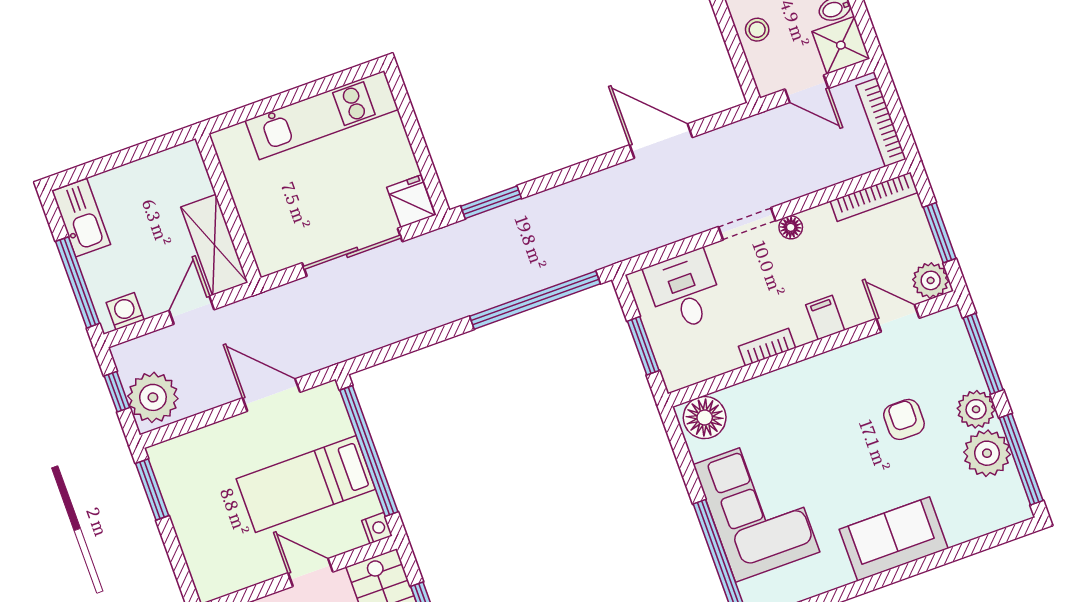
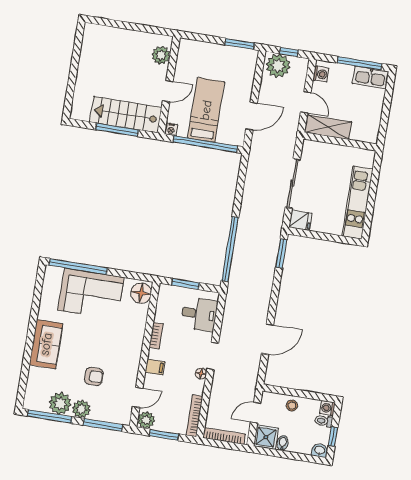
window: (78, 282) -> (360, 63), moved

